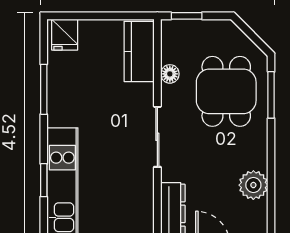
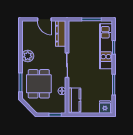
plant: (253, 185) -> (28, 56), moved

